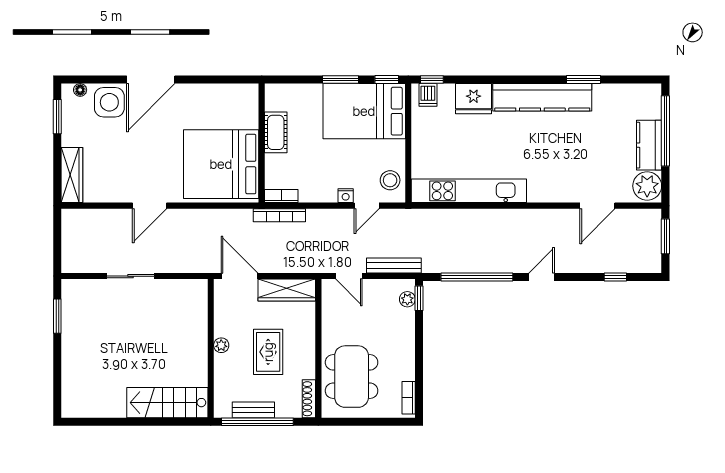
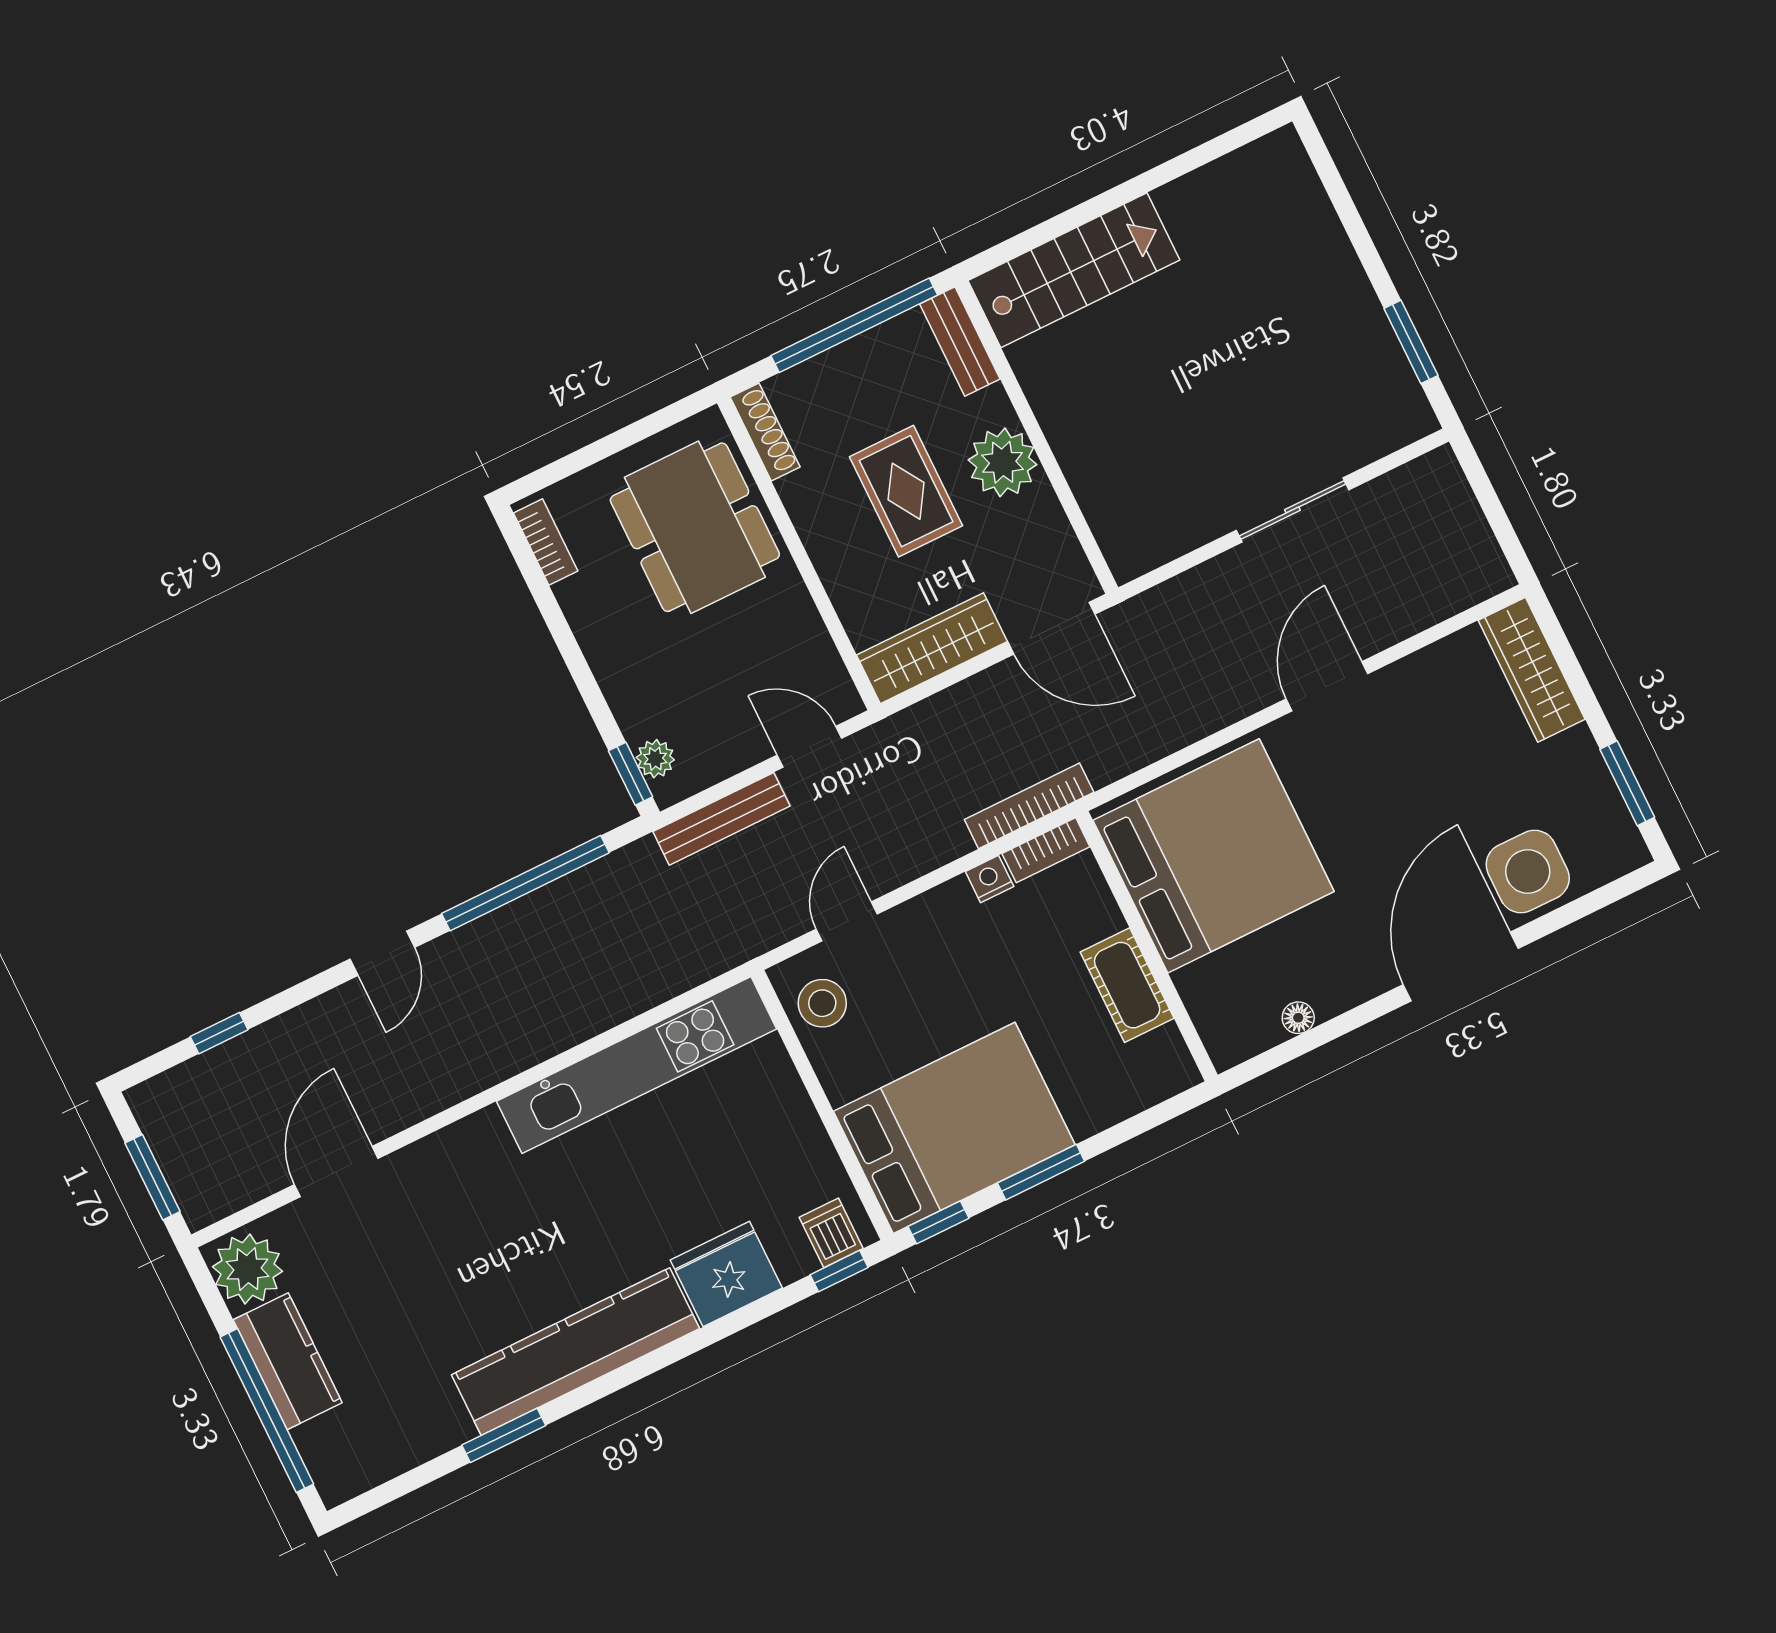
floor lamp: (80, 90) -> (1298, 1018), moved
nightstand: (346, 196) -> (990, 879), moved
plant: (221, 345) -> (1003, 462), width x1.88, depth x1.88
bench: (253, 410) -> (960, 342), moved, turned 90

